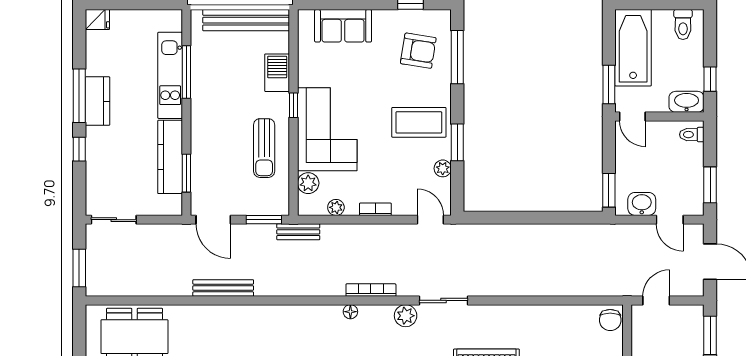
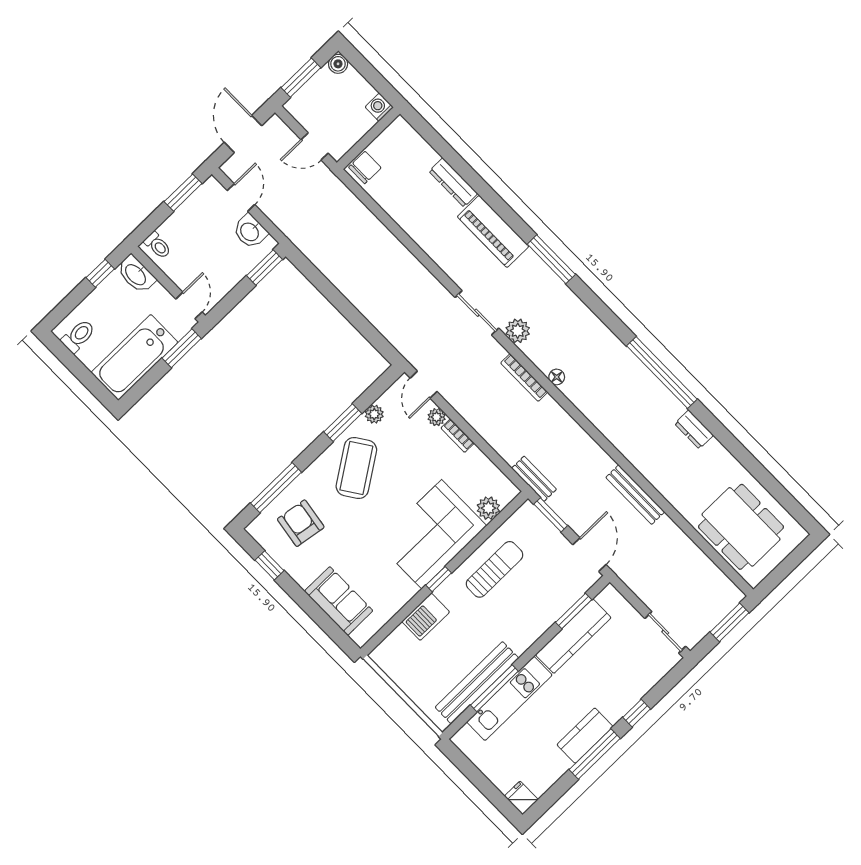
bench: (246, 20) -> (477, 683), moved, turned 90
coffee table: (419, 122) -> (356, 468), turned 56
plant: (336, 207) -> (437, 417), moved

